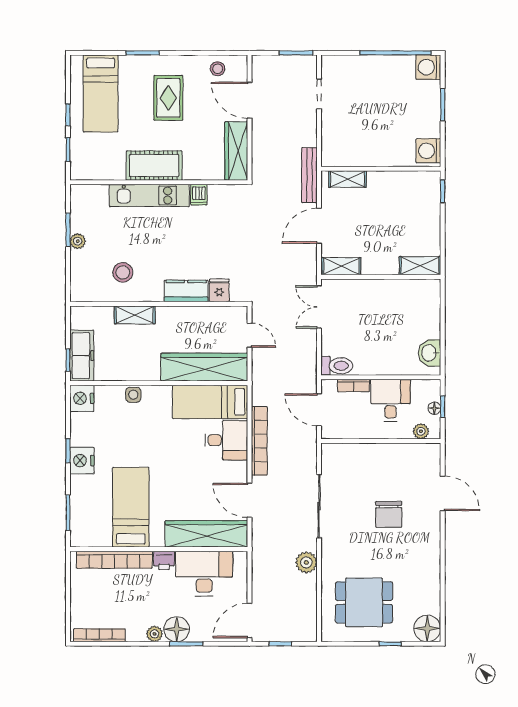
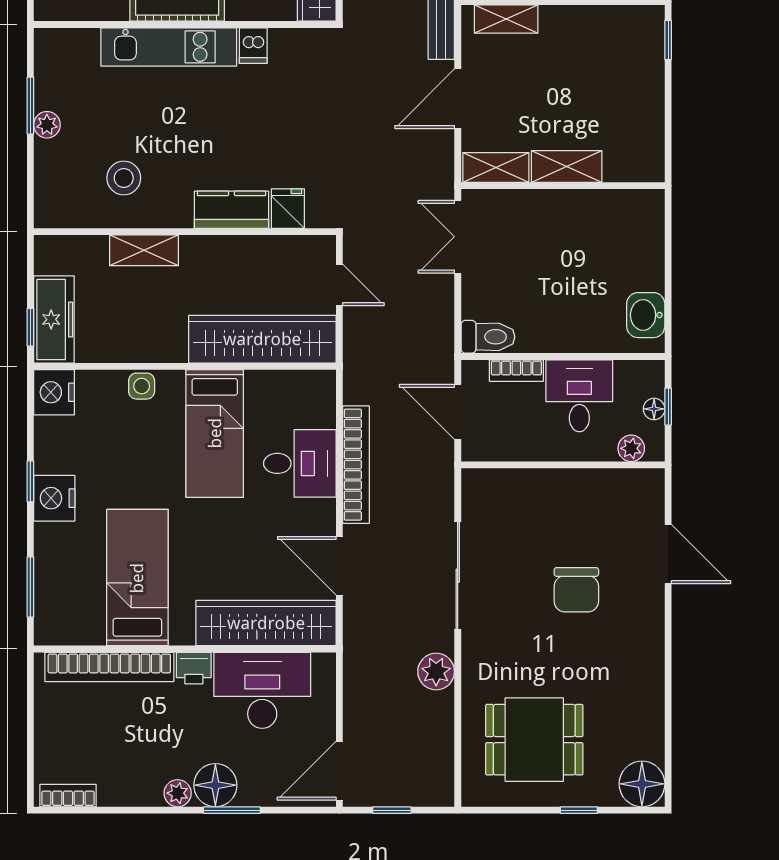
shelving: (420, 266) -> (567, 166), moved
bed: (210, 402) -> (215, 433), moved, turned -90
bookcase: (99, 635) -> (68, 796), width x0.64

